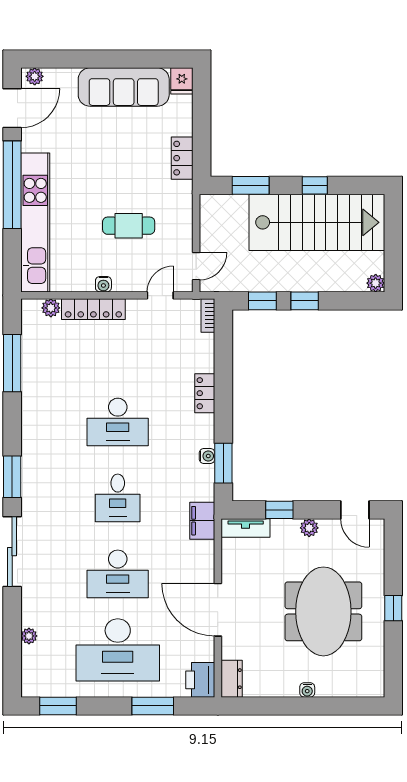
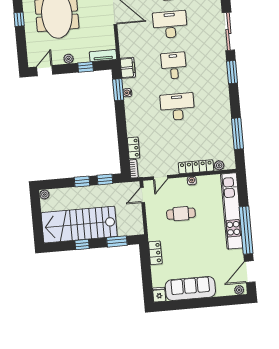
locker: (205, 393) -> (134, 148), moved
door: (355, 510) -> (45, 71), hinge flipped
filing cabinet: (202, 521) -> (128, 68), moved

